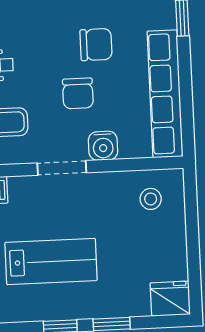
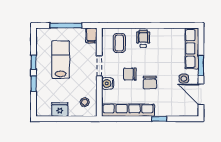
lab bench: (51, 261) -> (61, 60), turned 180
fridge: (170, 299) -> (60, 109), moved, turned -90

